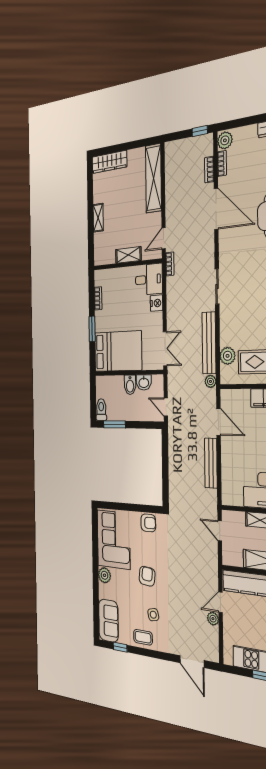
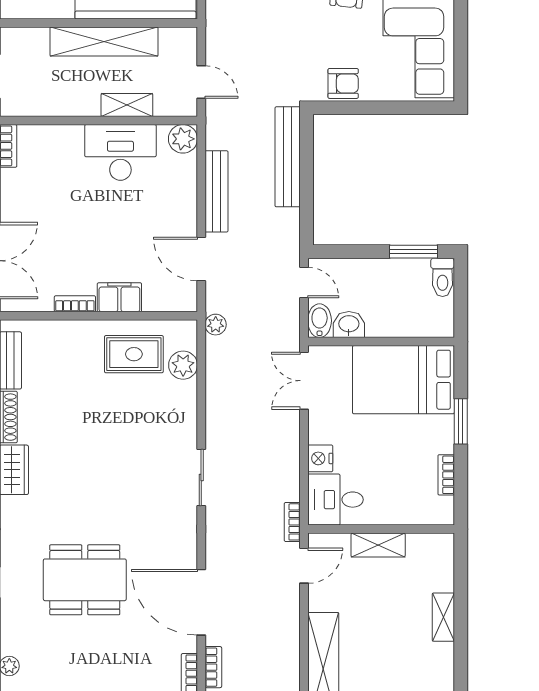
bench: (209, 343) -> (288, 157), moved
bidet: (130, 385) -> (320, 321), moved
plant: (229, 497) -> (183, 139), added
armchair: (148, 523) -> (343, 83), turned 180

